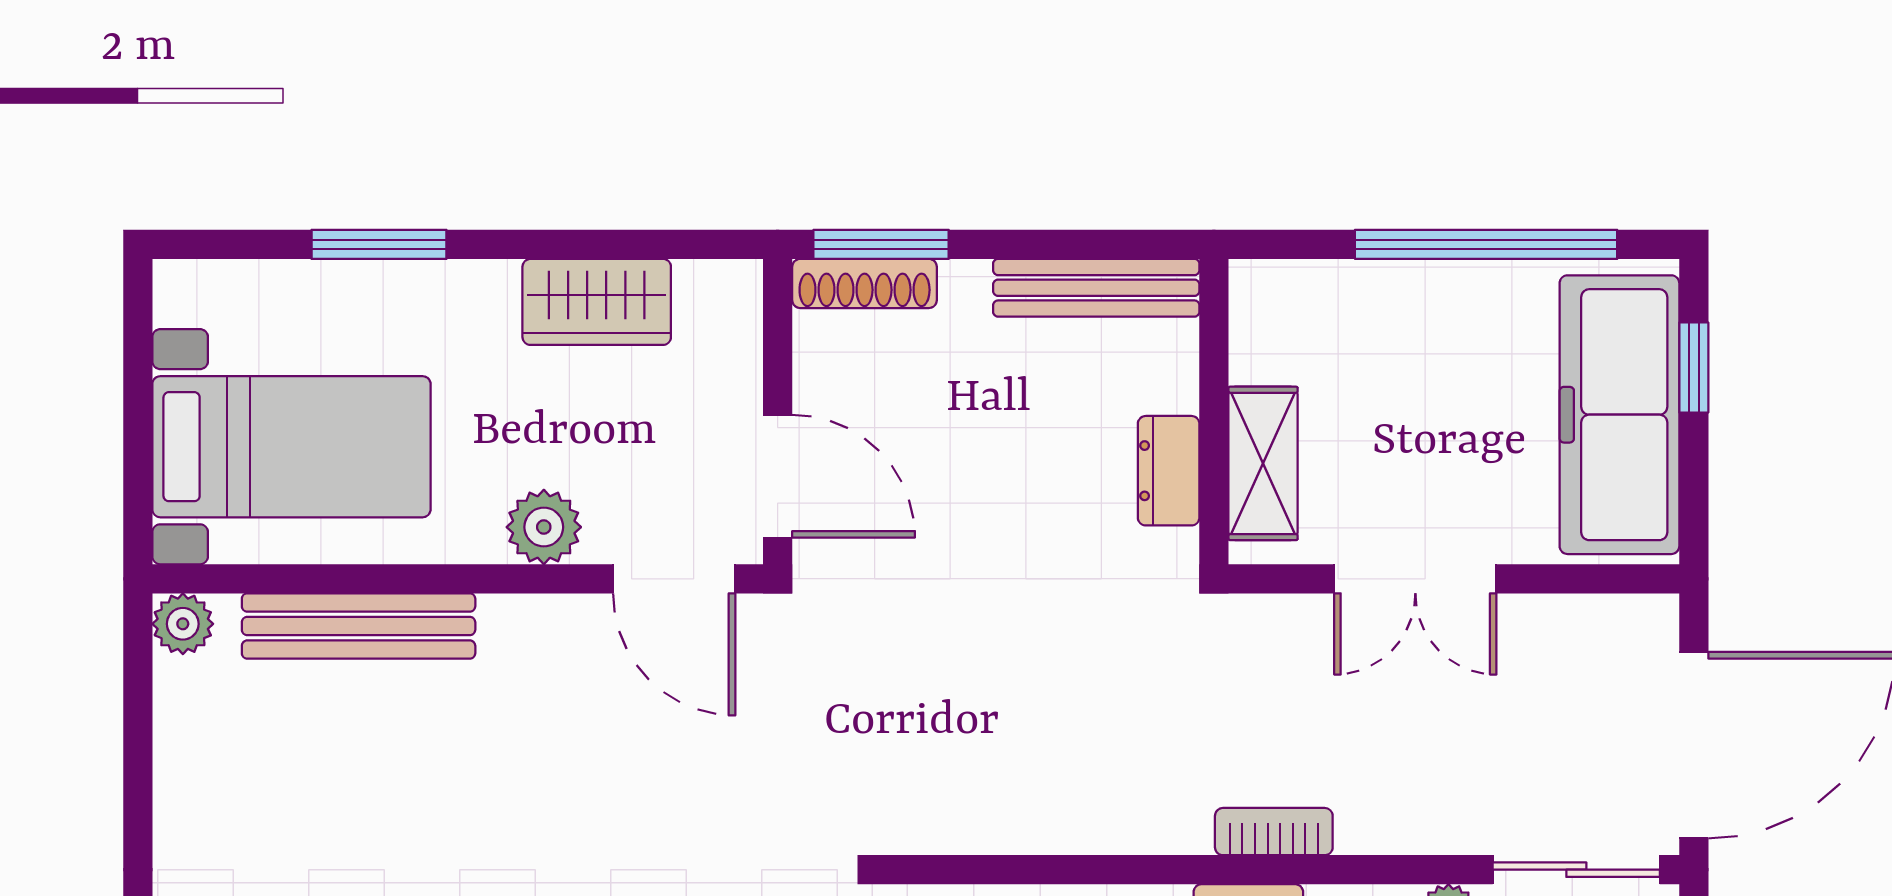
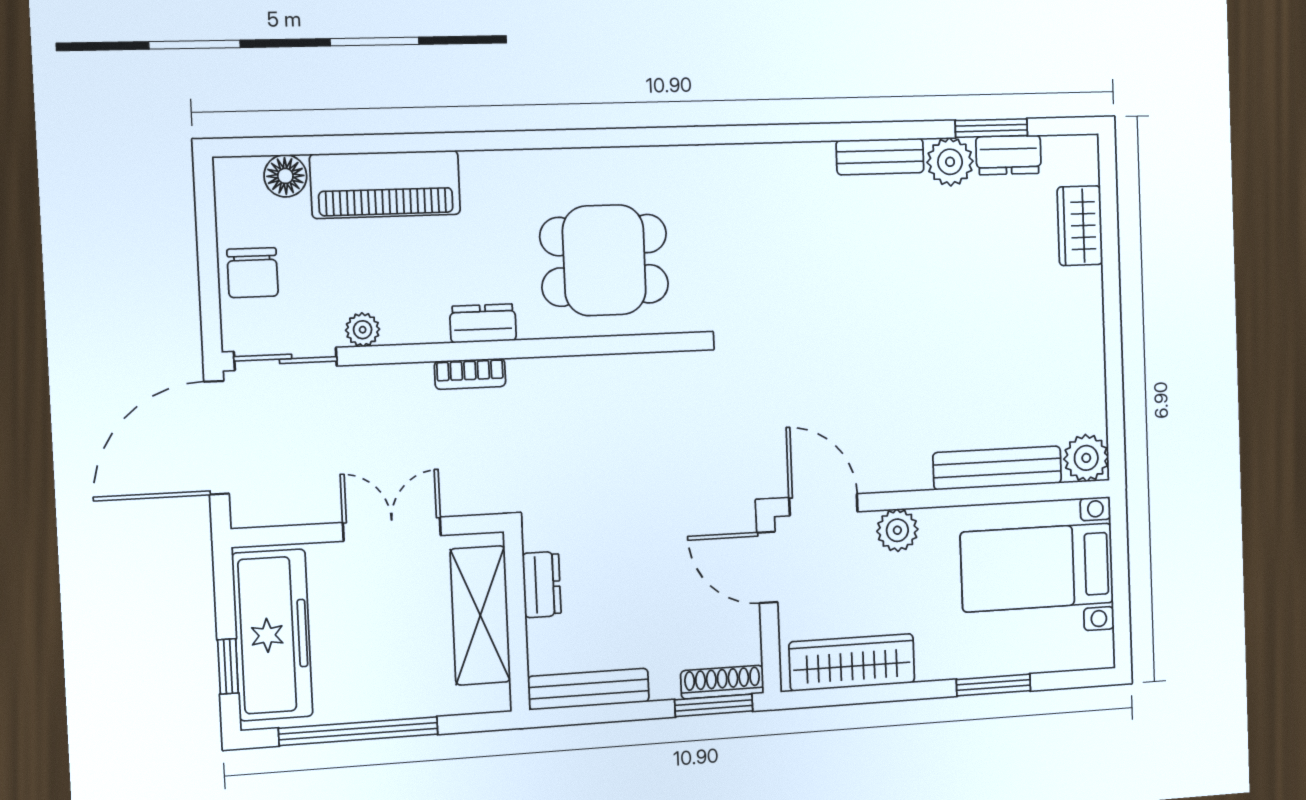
wardrobe: (597, 302) -> (852, 662), width x1.50
shelving: (1263, 463) -> (480, 615), width x1.50, depth x1.33
plant: (183, 624) -> (1086, 458), width x1.38, depth x1.38

